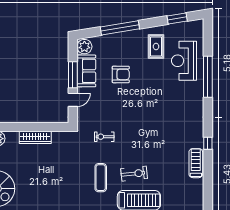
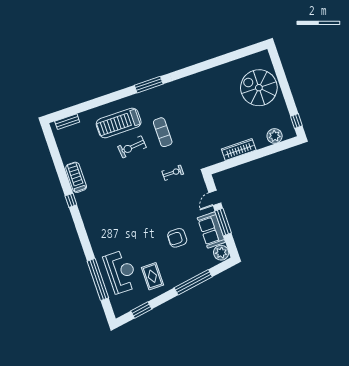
window: (208, 77) -> (98, 279), moved
treadmill: (196, 163) -> (76, 177), turned 180

